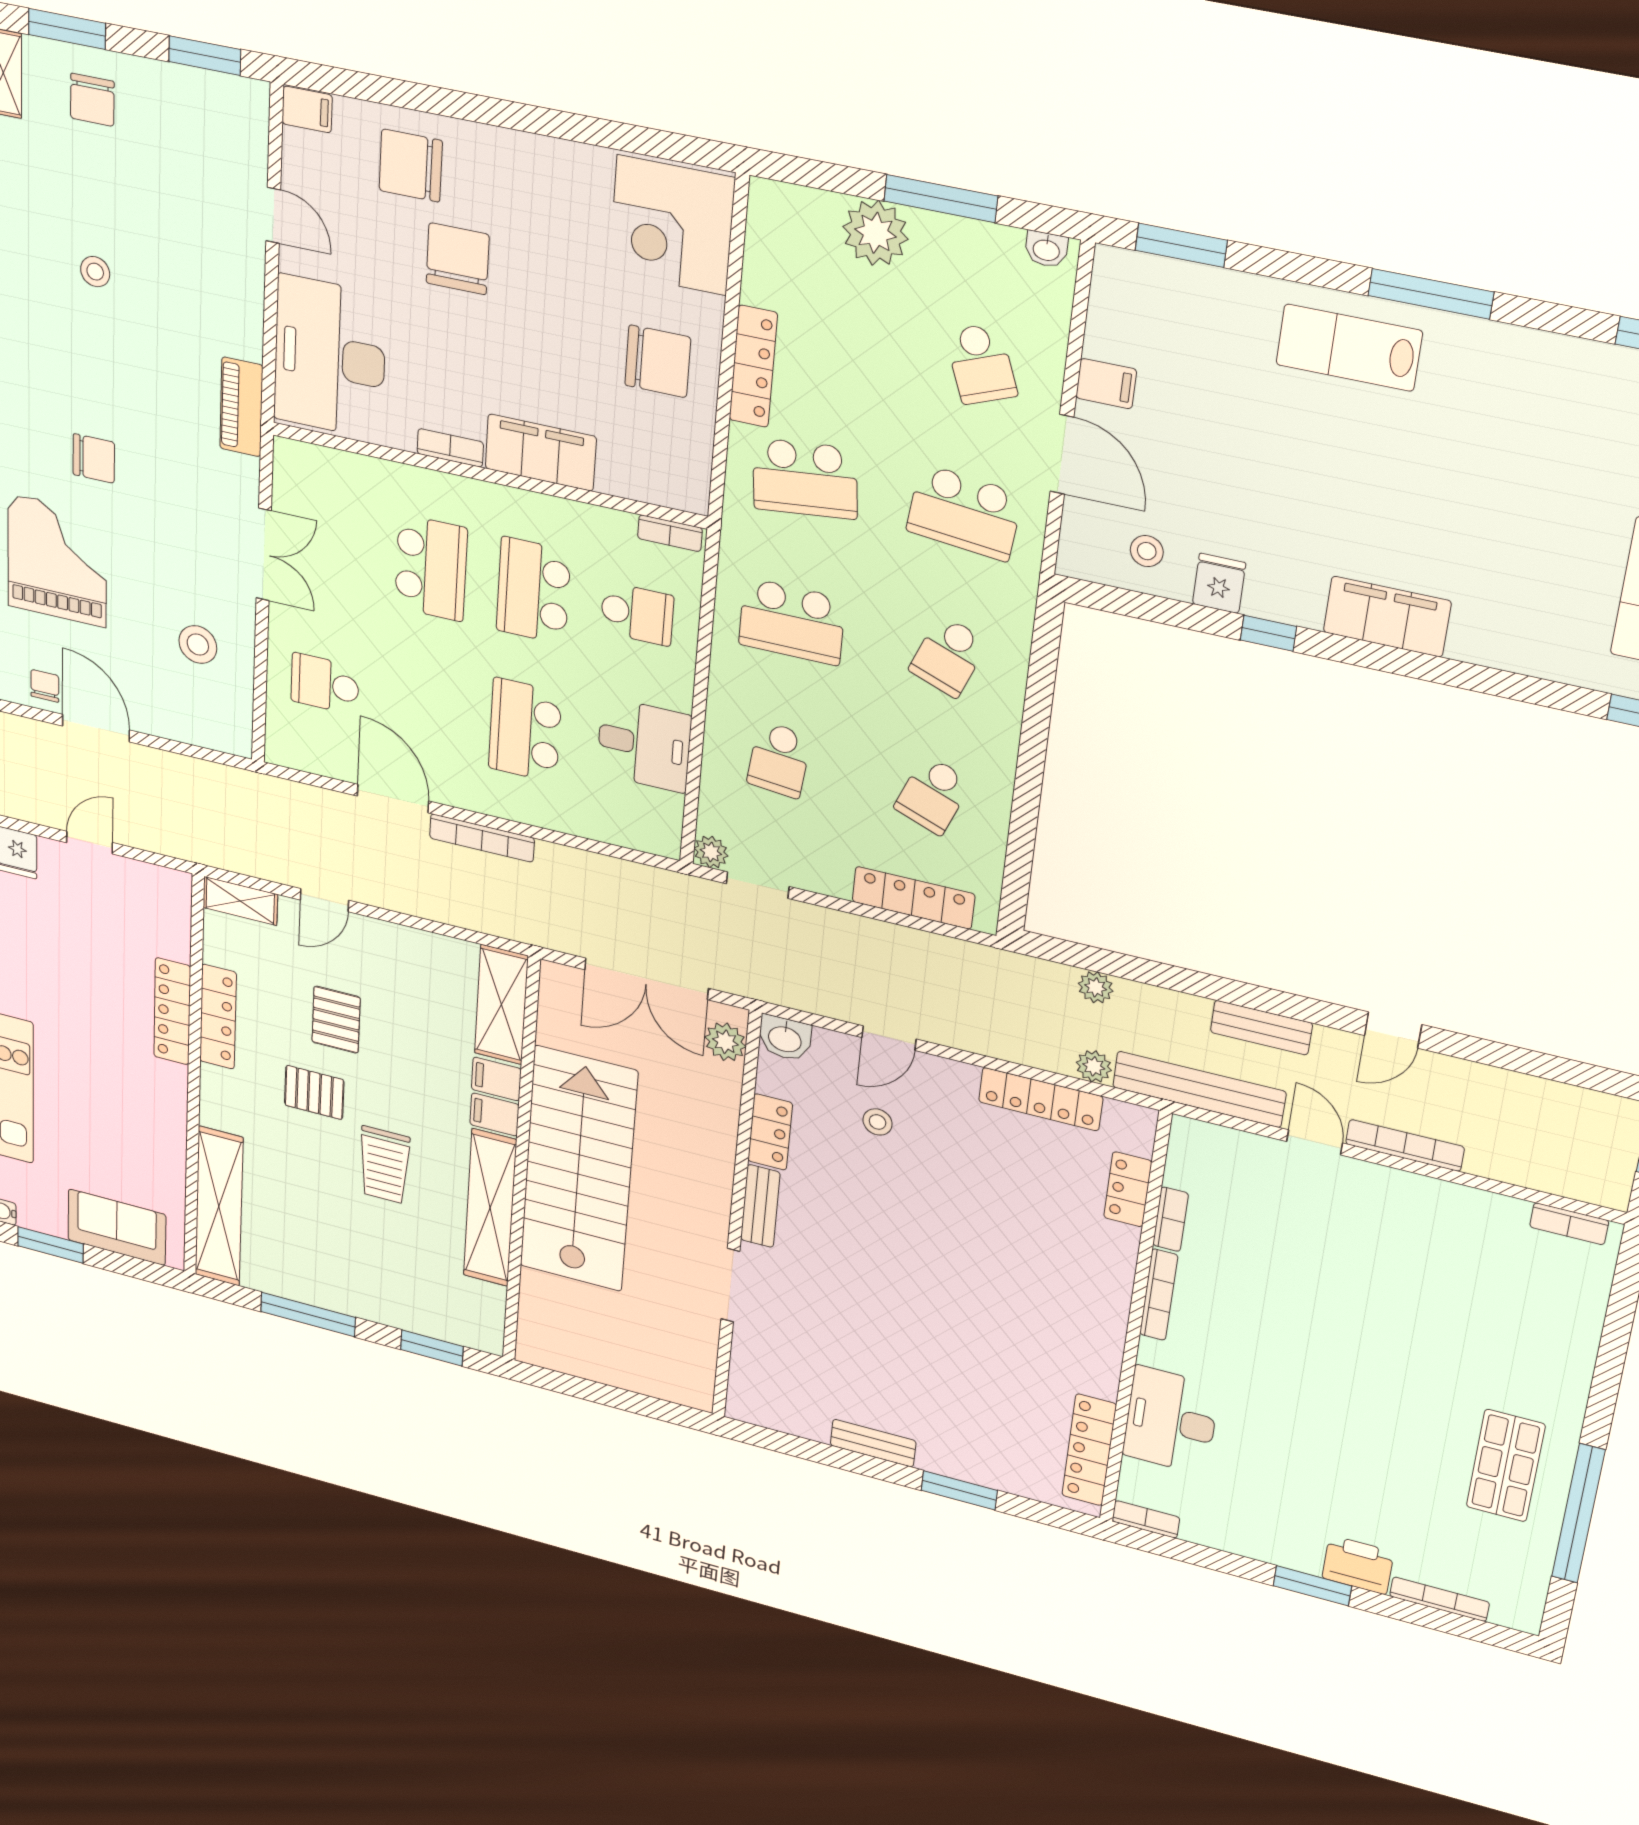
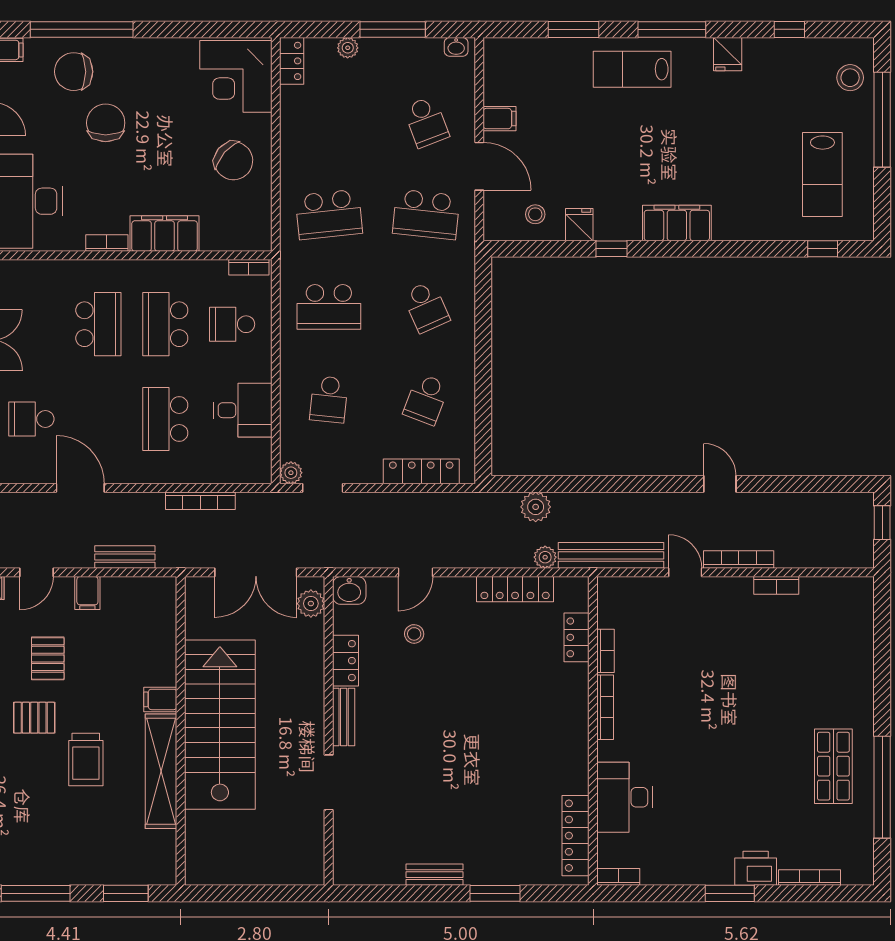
window: (426, 99) -> (82, 29), added
plant: (875, 233) -> (348, 48), width x0.53, depth x0.53
window: (1181, 245) -> (573, 29), moved
fridge: (1525, 356) -> (728, 54), added
chair: (658, 361) -> (233, 161), turned 41
locker: (753, 366) -> (292, 61), moved, width x0.66
school desk: (637, 614) -> (232, 324), turned 180
school desk: (948, 656) -> (426, 307), turned -45
bookcase: (482, 838) -> (200, 501), moved
plant: (1096, 987) -> (536, 507), width x1.38, depth x1.38
shelving: (501, 1005) -> (161, 617), removed
bench: (1261, 1028) -> (125, 557), moved
door: (1393, 1030) -> (720, 484), swing flipped
filing cabinet: (496, 1079) -> (87, 593), moved, turned -90
bookcase: (1569, 1224) -> (776, 585), moved

